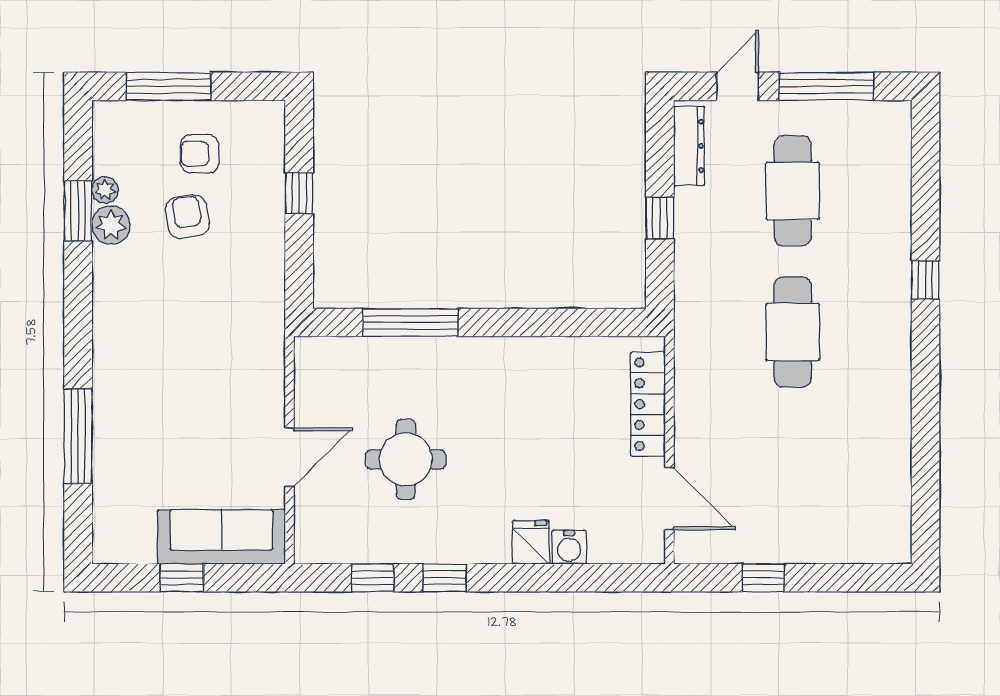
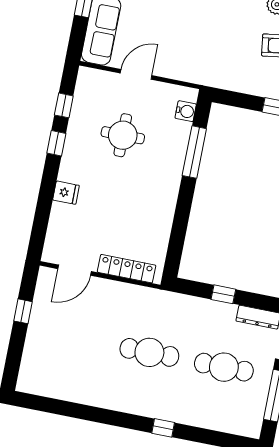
door: (290, 457) -> (136, 74), swing flipped
water cooler: (569, 547) -> (186, 111), moved, turned 180

